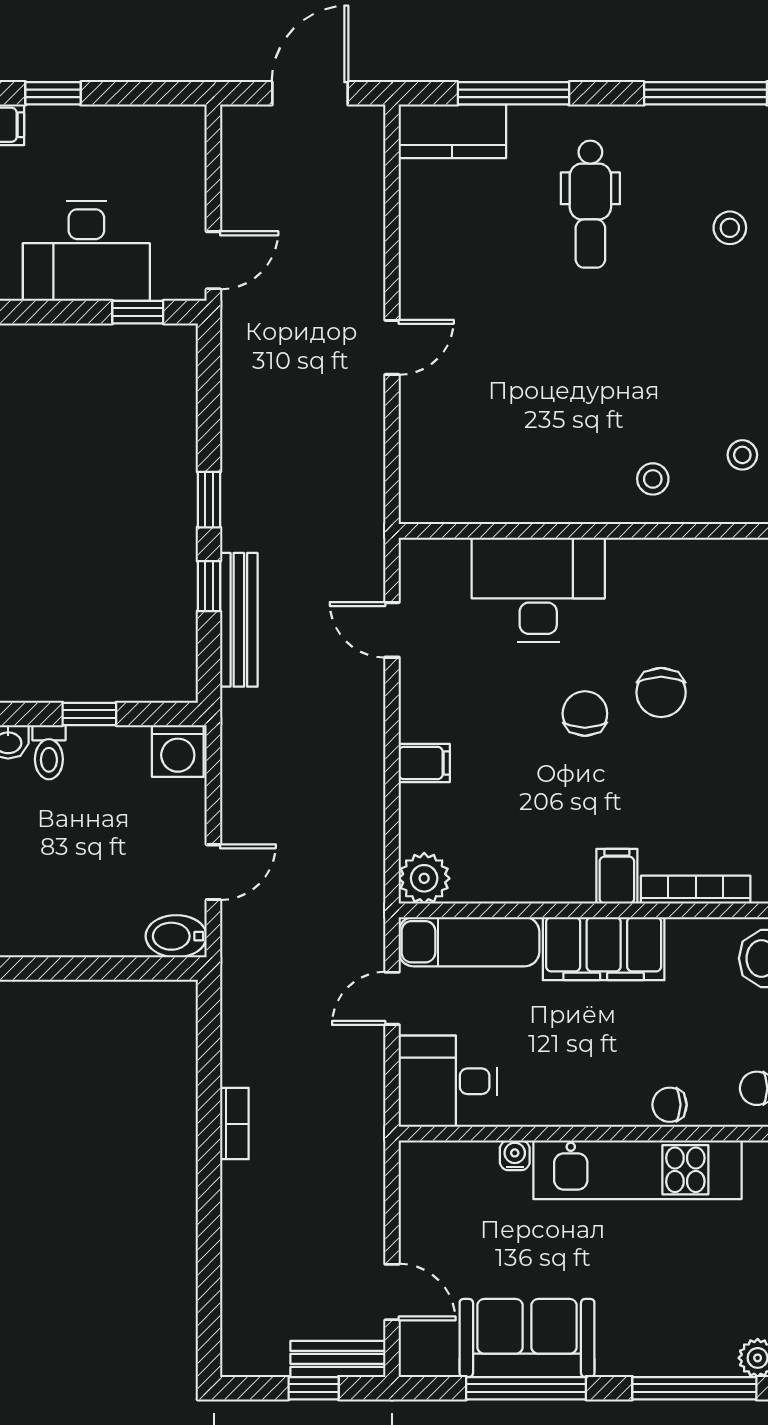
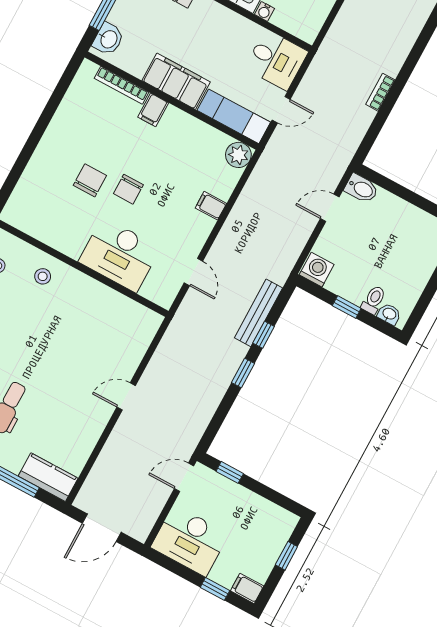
desk: (86, 251) -> (190, 541), moved, turned 180

